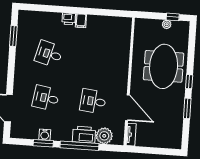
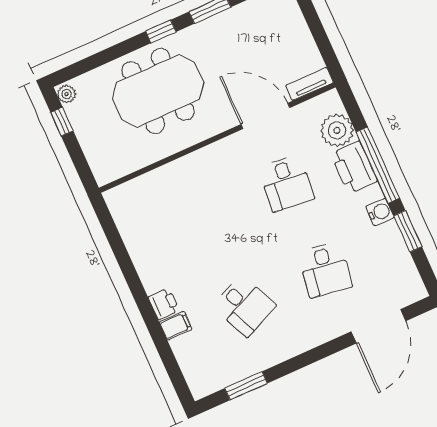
filing cabinet: (81, 21) -> (176, 326), moved
plant: (167, 24) -> (67, 94), moved
desk: (49, 54) -> (244, 306), turned -39
door: (127, 108) -> (265, 116), hinge flipped
water cooler: (45, 135) -> (380, 212), moved

